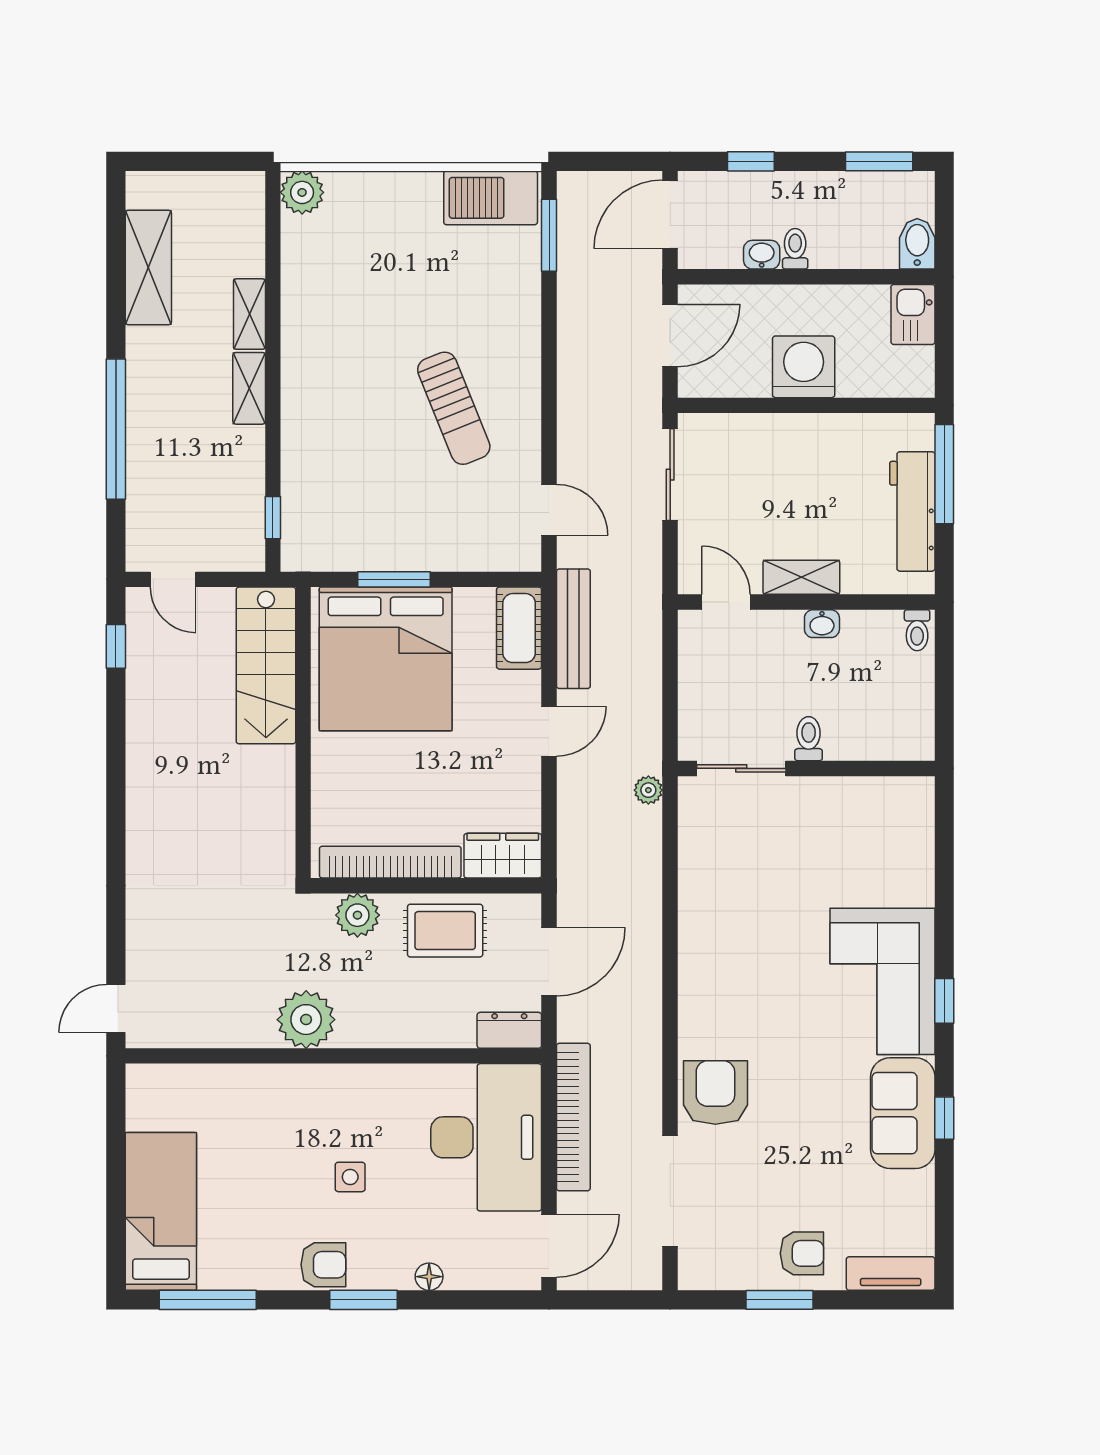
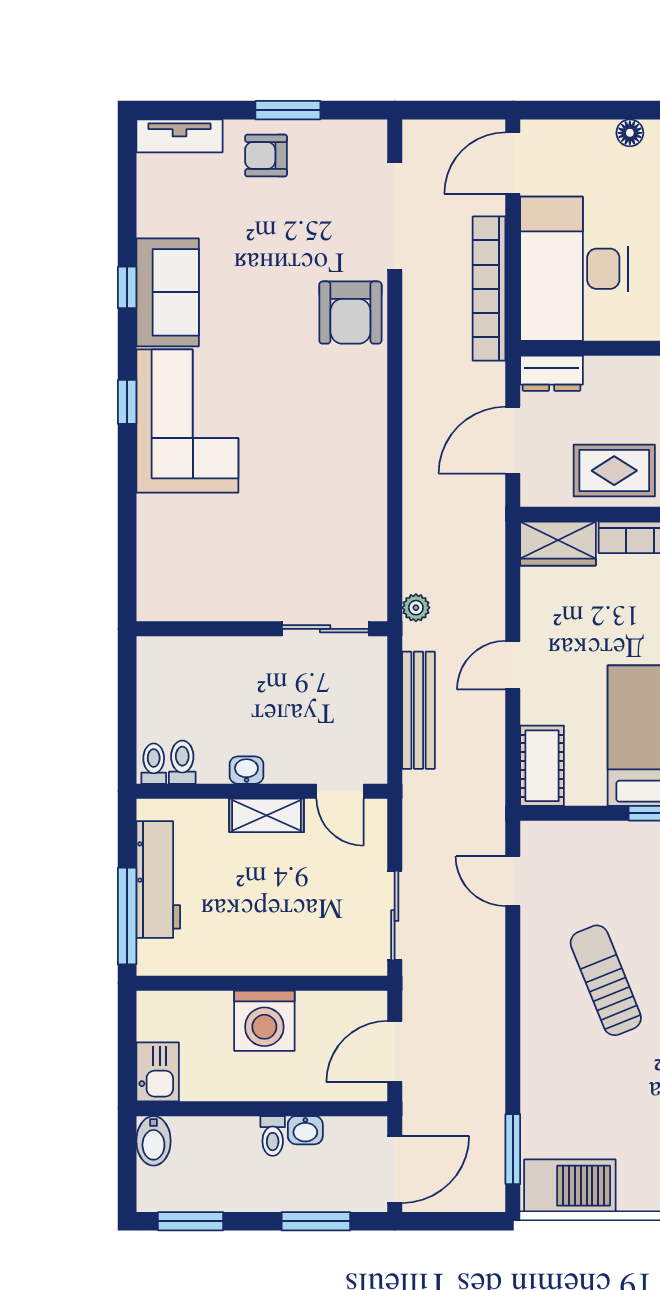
window: (751, 161) -> (316, 1221), width x1.50
bench: (573, 629) -> (418, 710), moved
toilet: (809, 739) -> (182, 762), moved, turned 180

